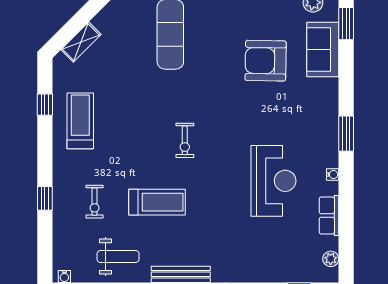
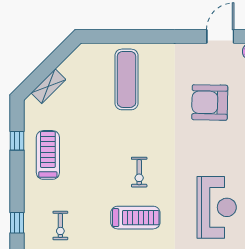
treadmill: (157, 202) -> (135, 218), moved

